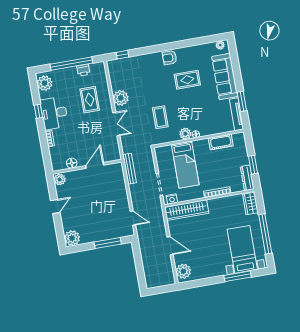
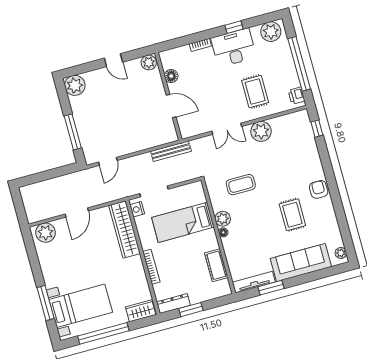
printer: (83, 70) -> (297, 96), moved
rug: (90, 100) -> (255, 92), turned 90

